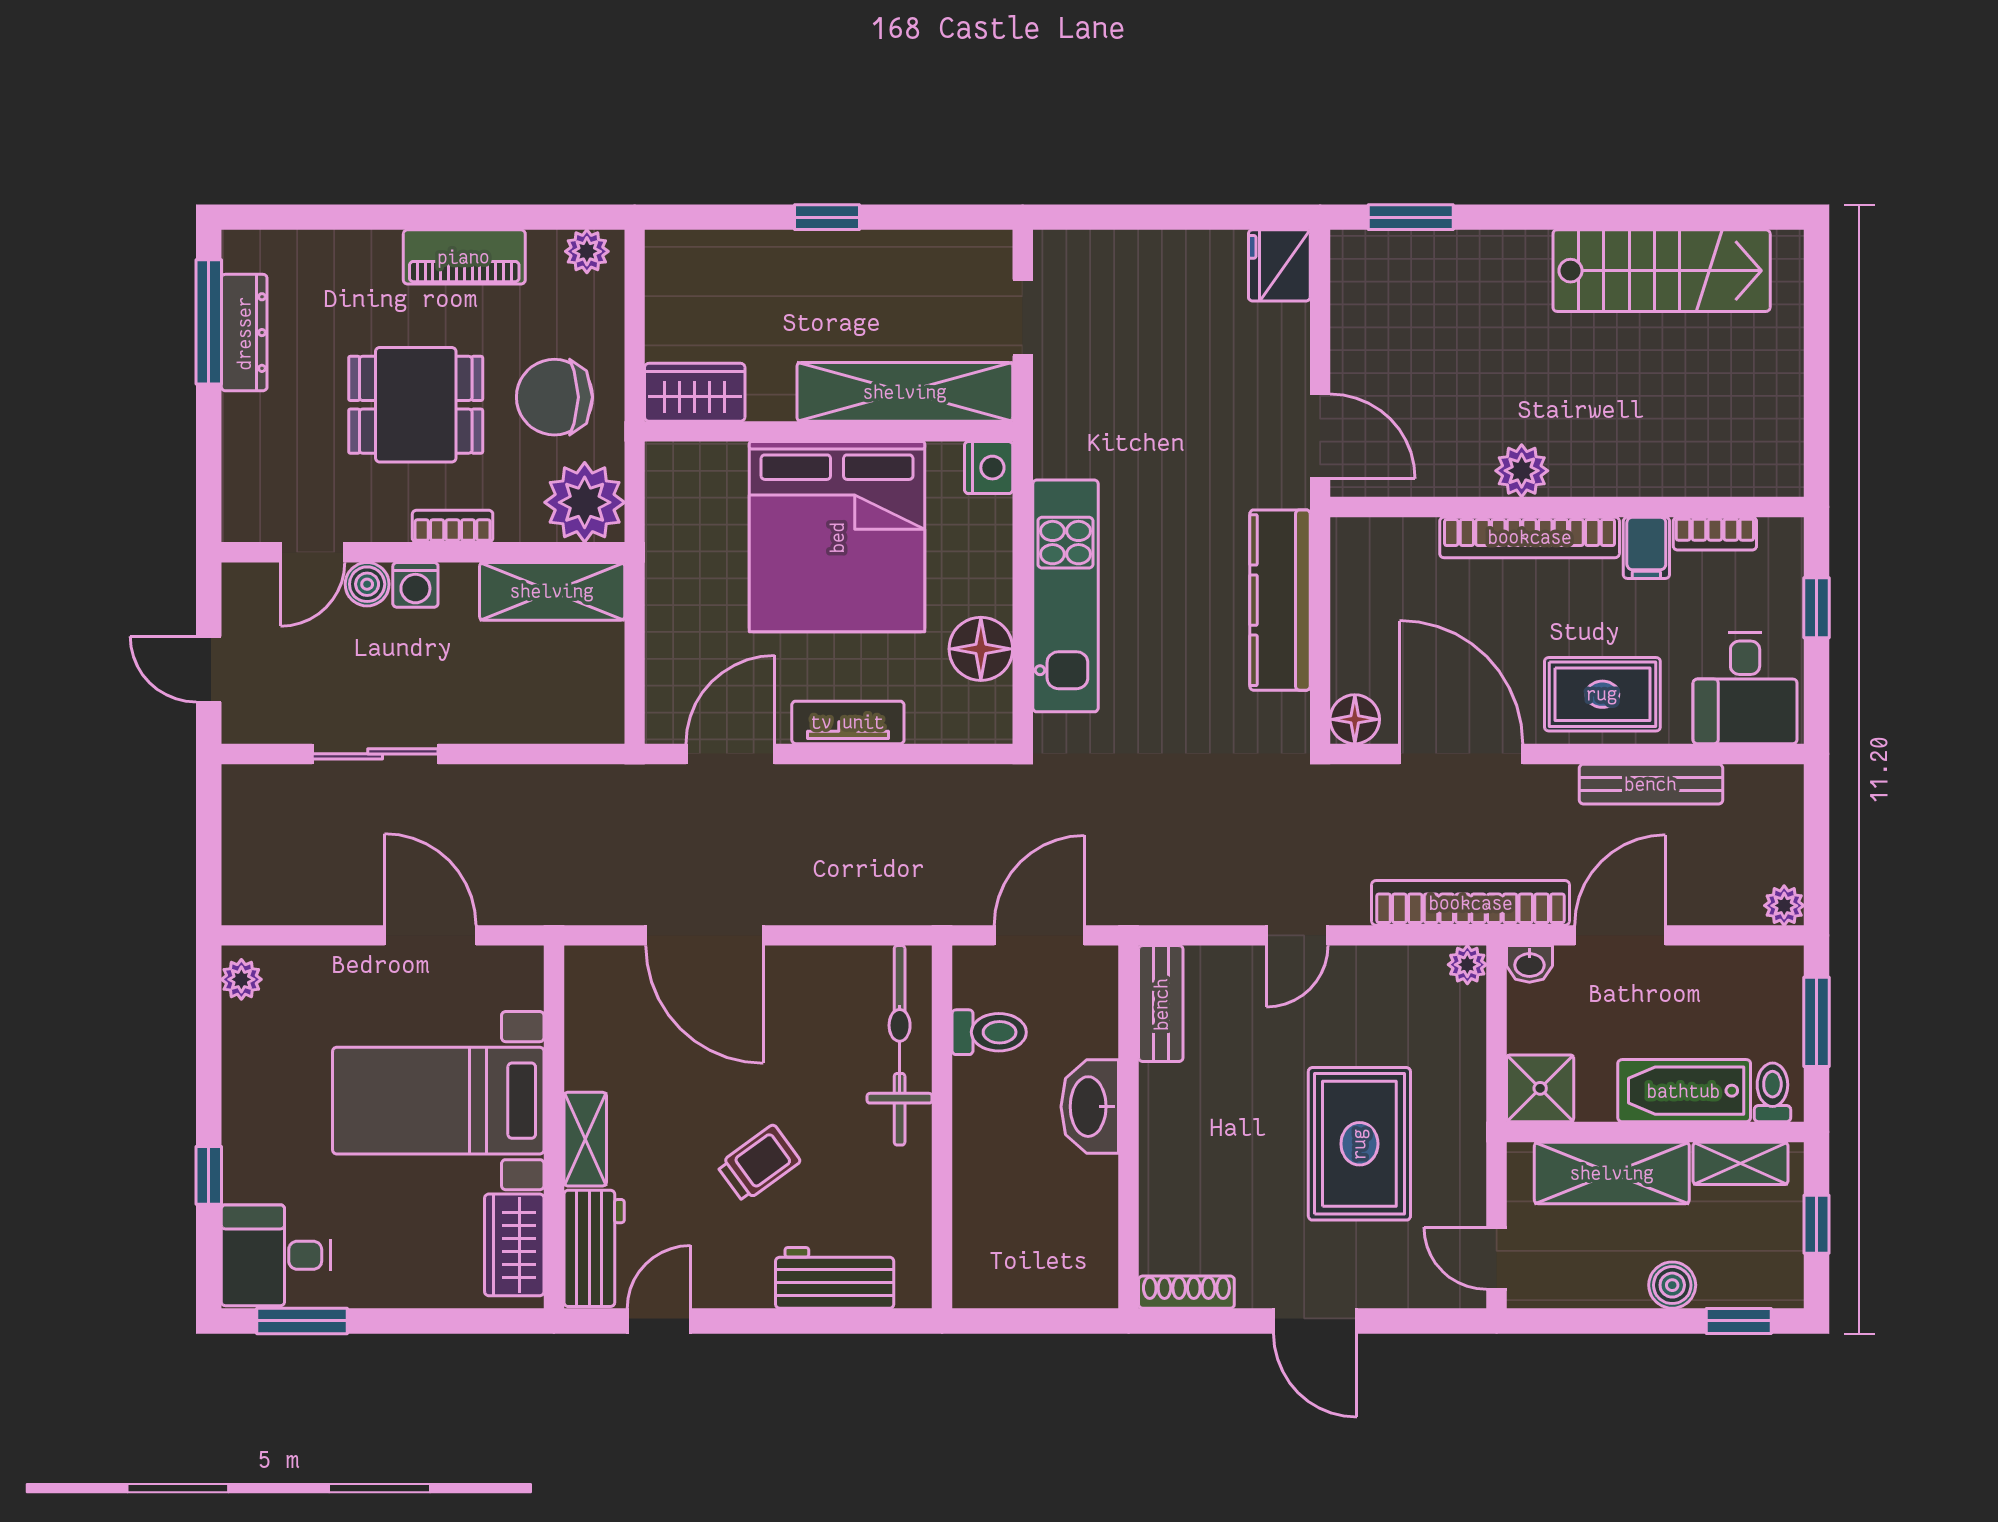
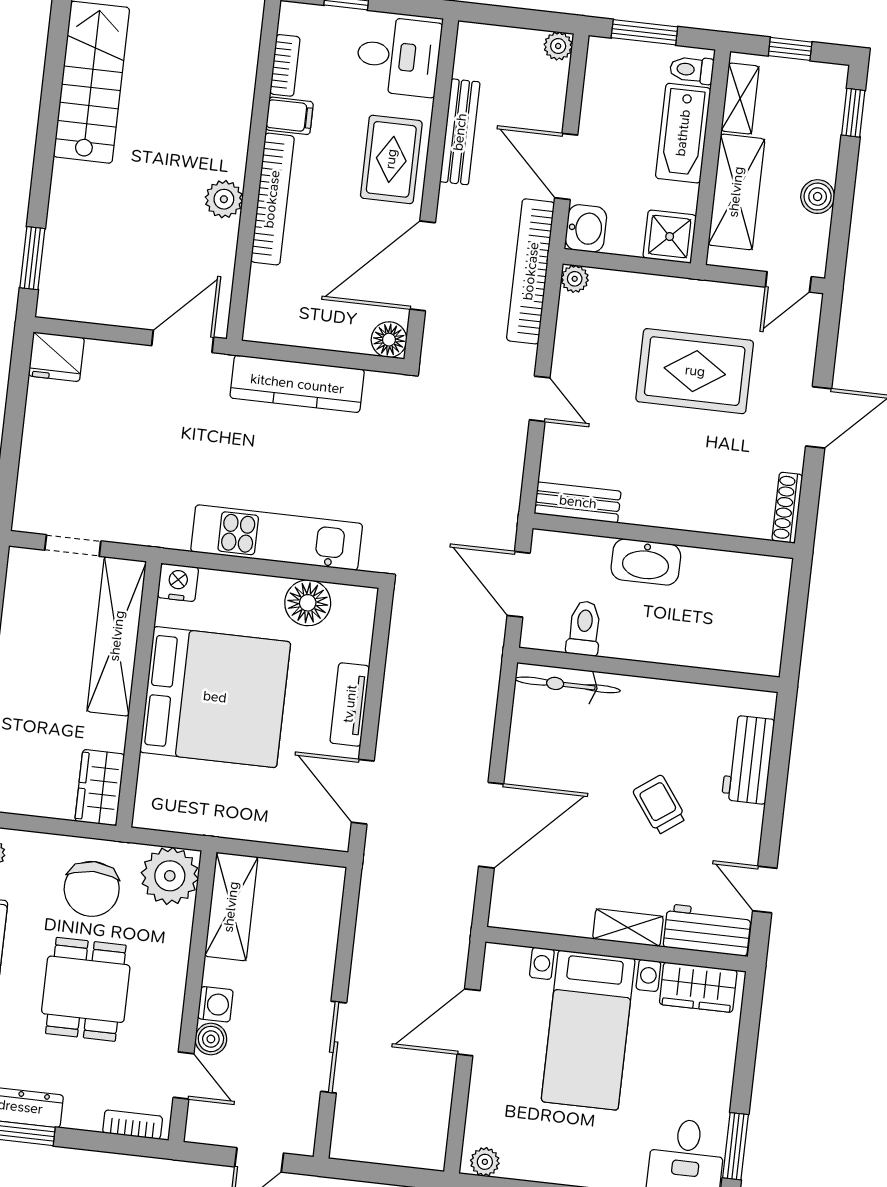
bookcase: (453, 526) -> (133, 1125), moved, turned 90
washbasin: (1529, 964) -> (586, 228), width x1.38, depth x1.45
bicycle: (900, 1045) -> (568, 685), width x0.73, depth x0.71
boiler: (1672, 1285) -> (818, 197), moved

